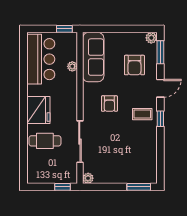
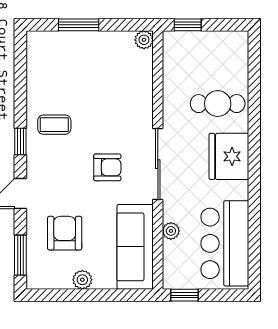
plant: (151, 38) -> (82, 280), moved
armchair: (109, 104) -> (107, 167), turned 90
coffee table: (142, 114) -> (54, 125), moved
sliding door: (80, 142) -> (158, 164), moved
window: (139, 187) -> (79, 25), moved

